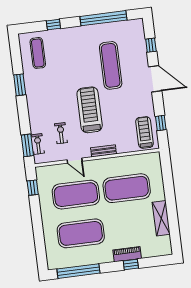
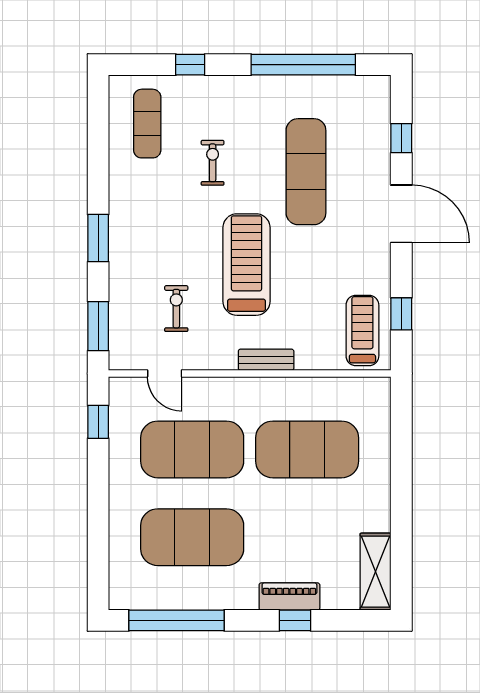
window: (20, 85) -> (98, 238), moved
exercise bike: (38, 144) -> (213, 163), moved
door: (75, 161) -> (165, 373), moved
shelving: (161, 218) -> (376, 572), moved

